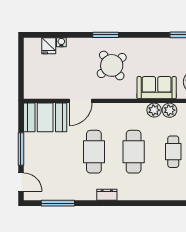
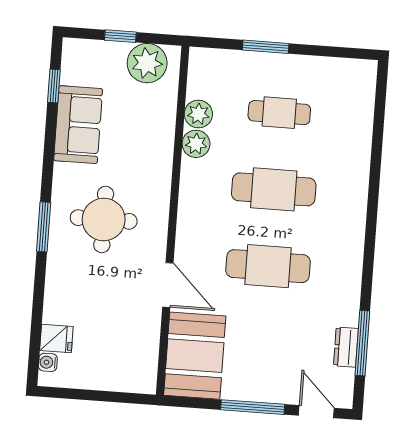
water cooler: (61, 42) -> (48, 362), moved
round table: (112, 65) -> (104, 219), turned 38
sofa: (157, 88) -> (78, 125), moved, turned 180
door: (21, 182) -> (316, 412), hinge flipped
dresser: (107, 195) -> (346, 347), moved

